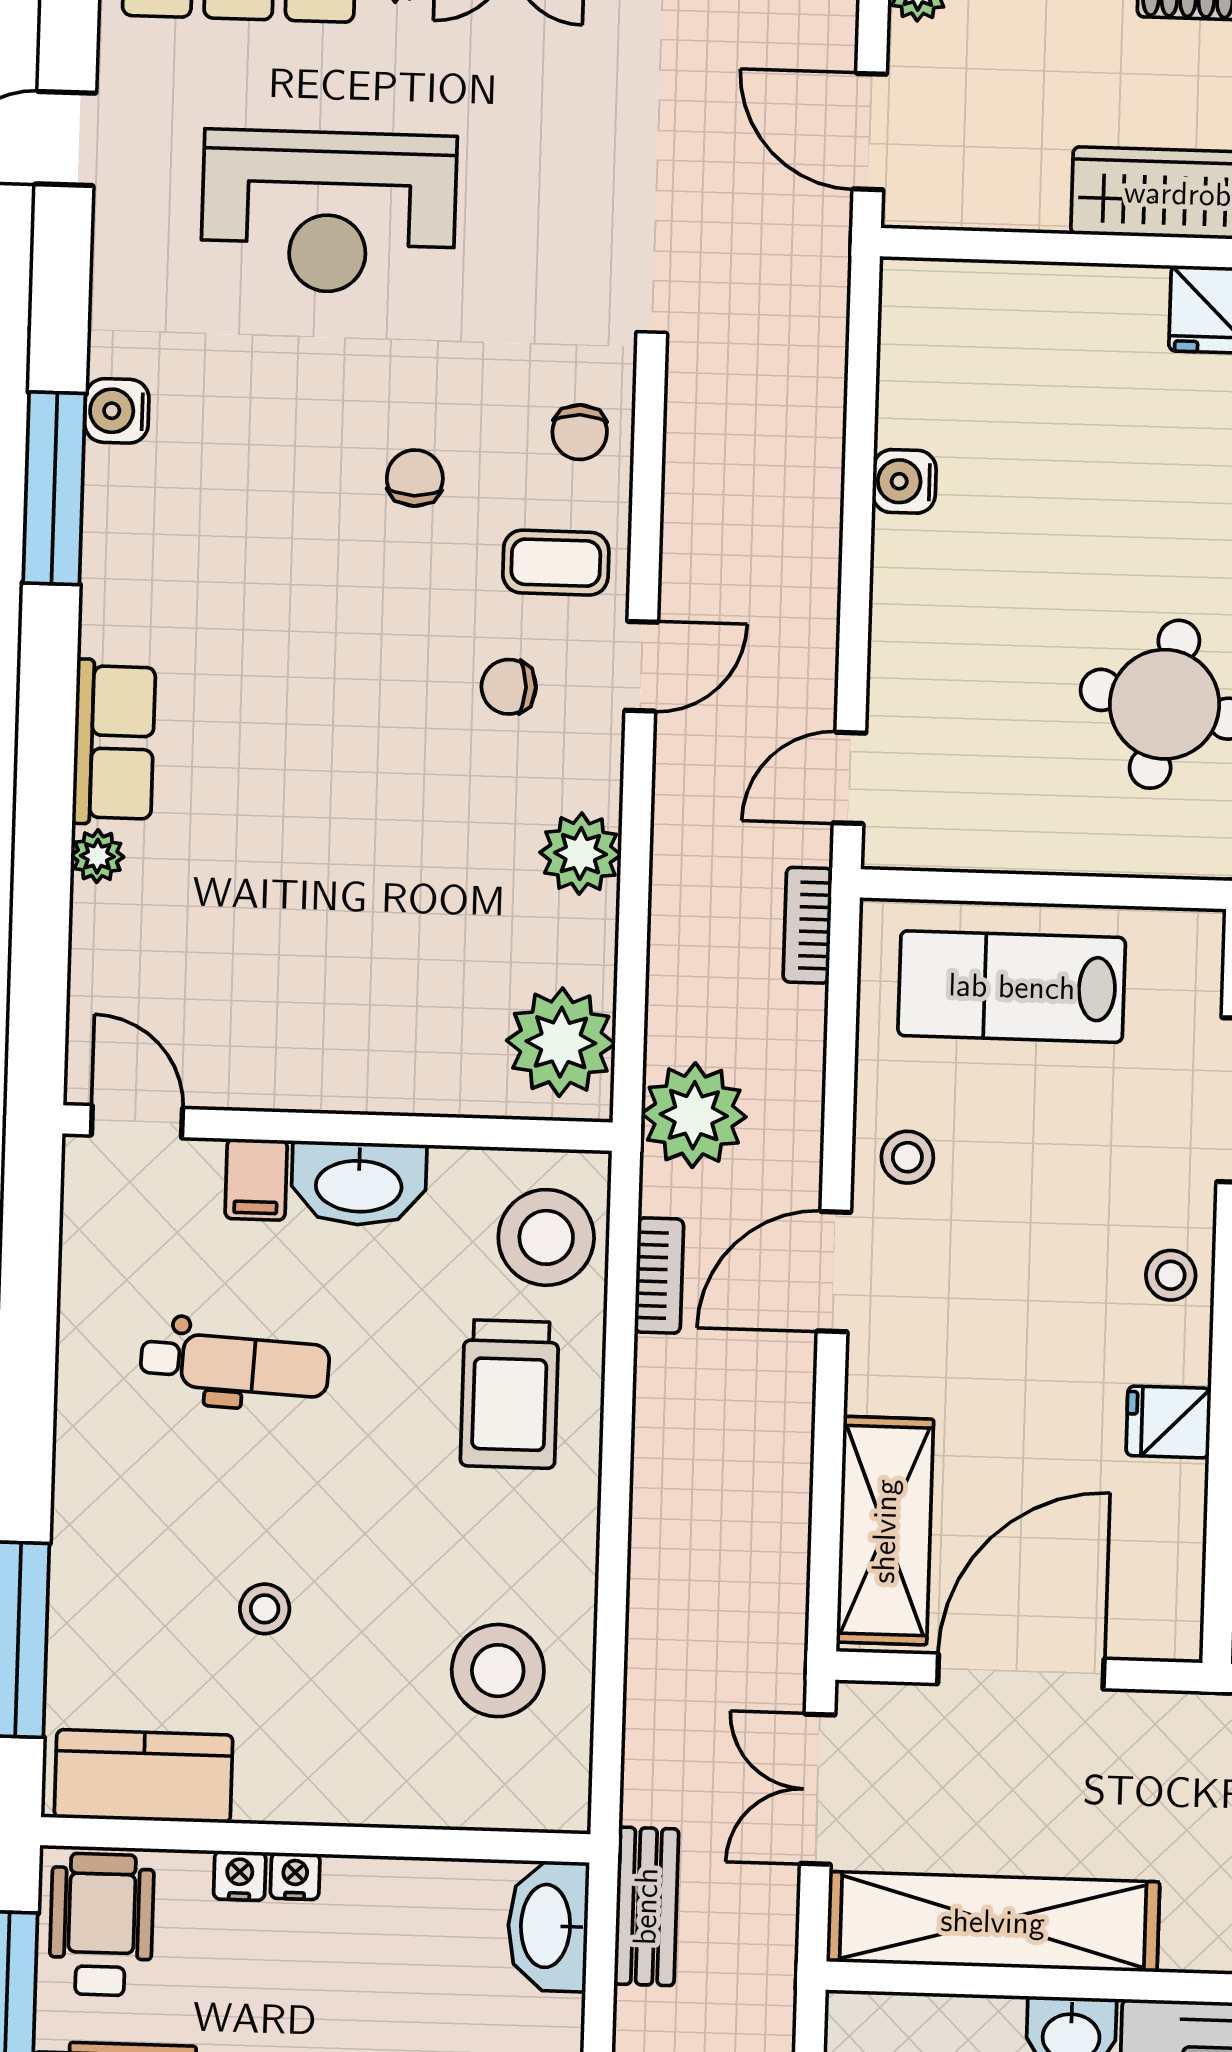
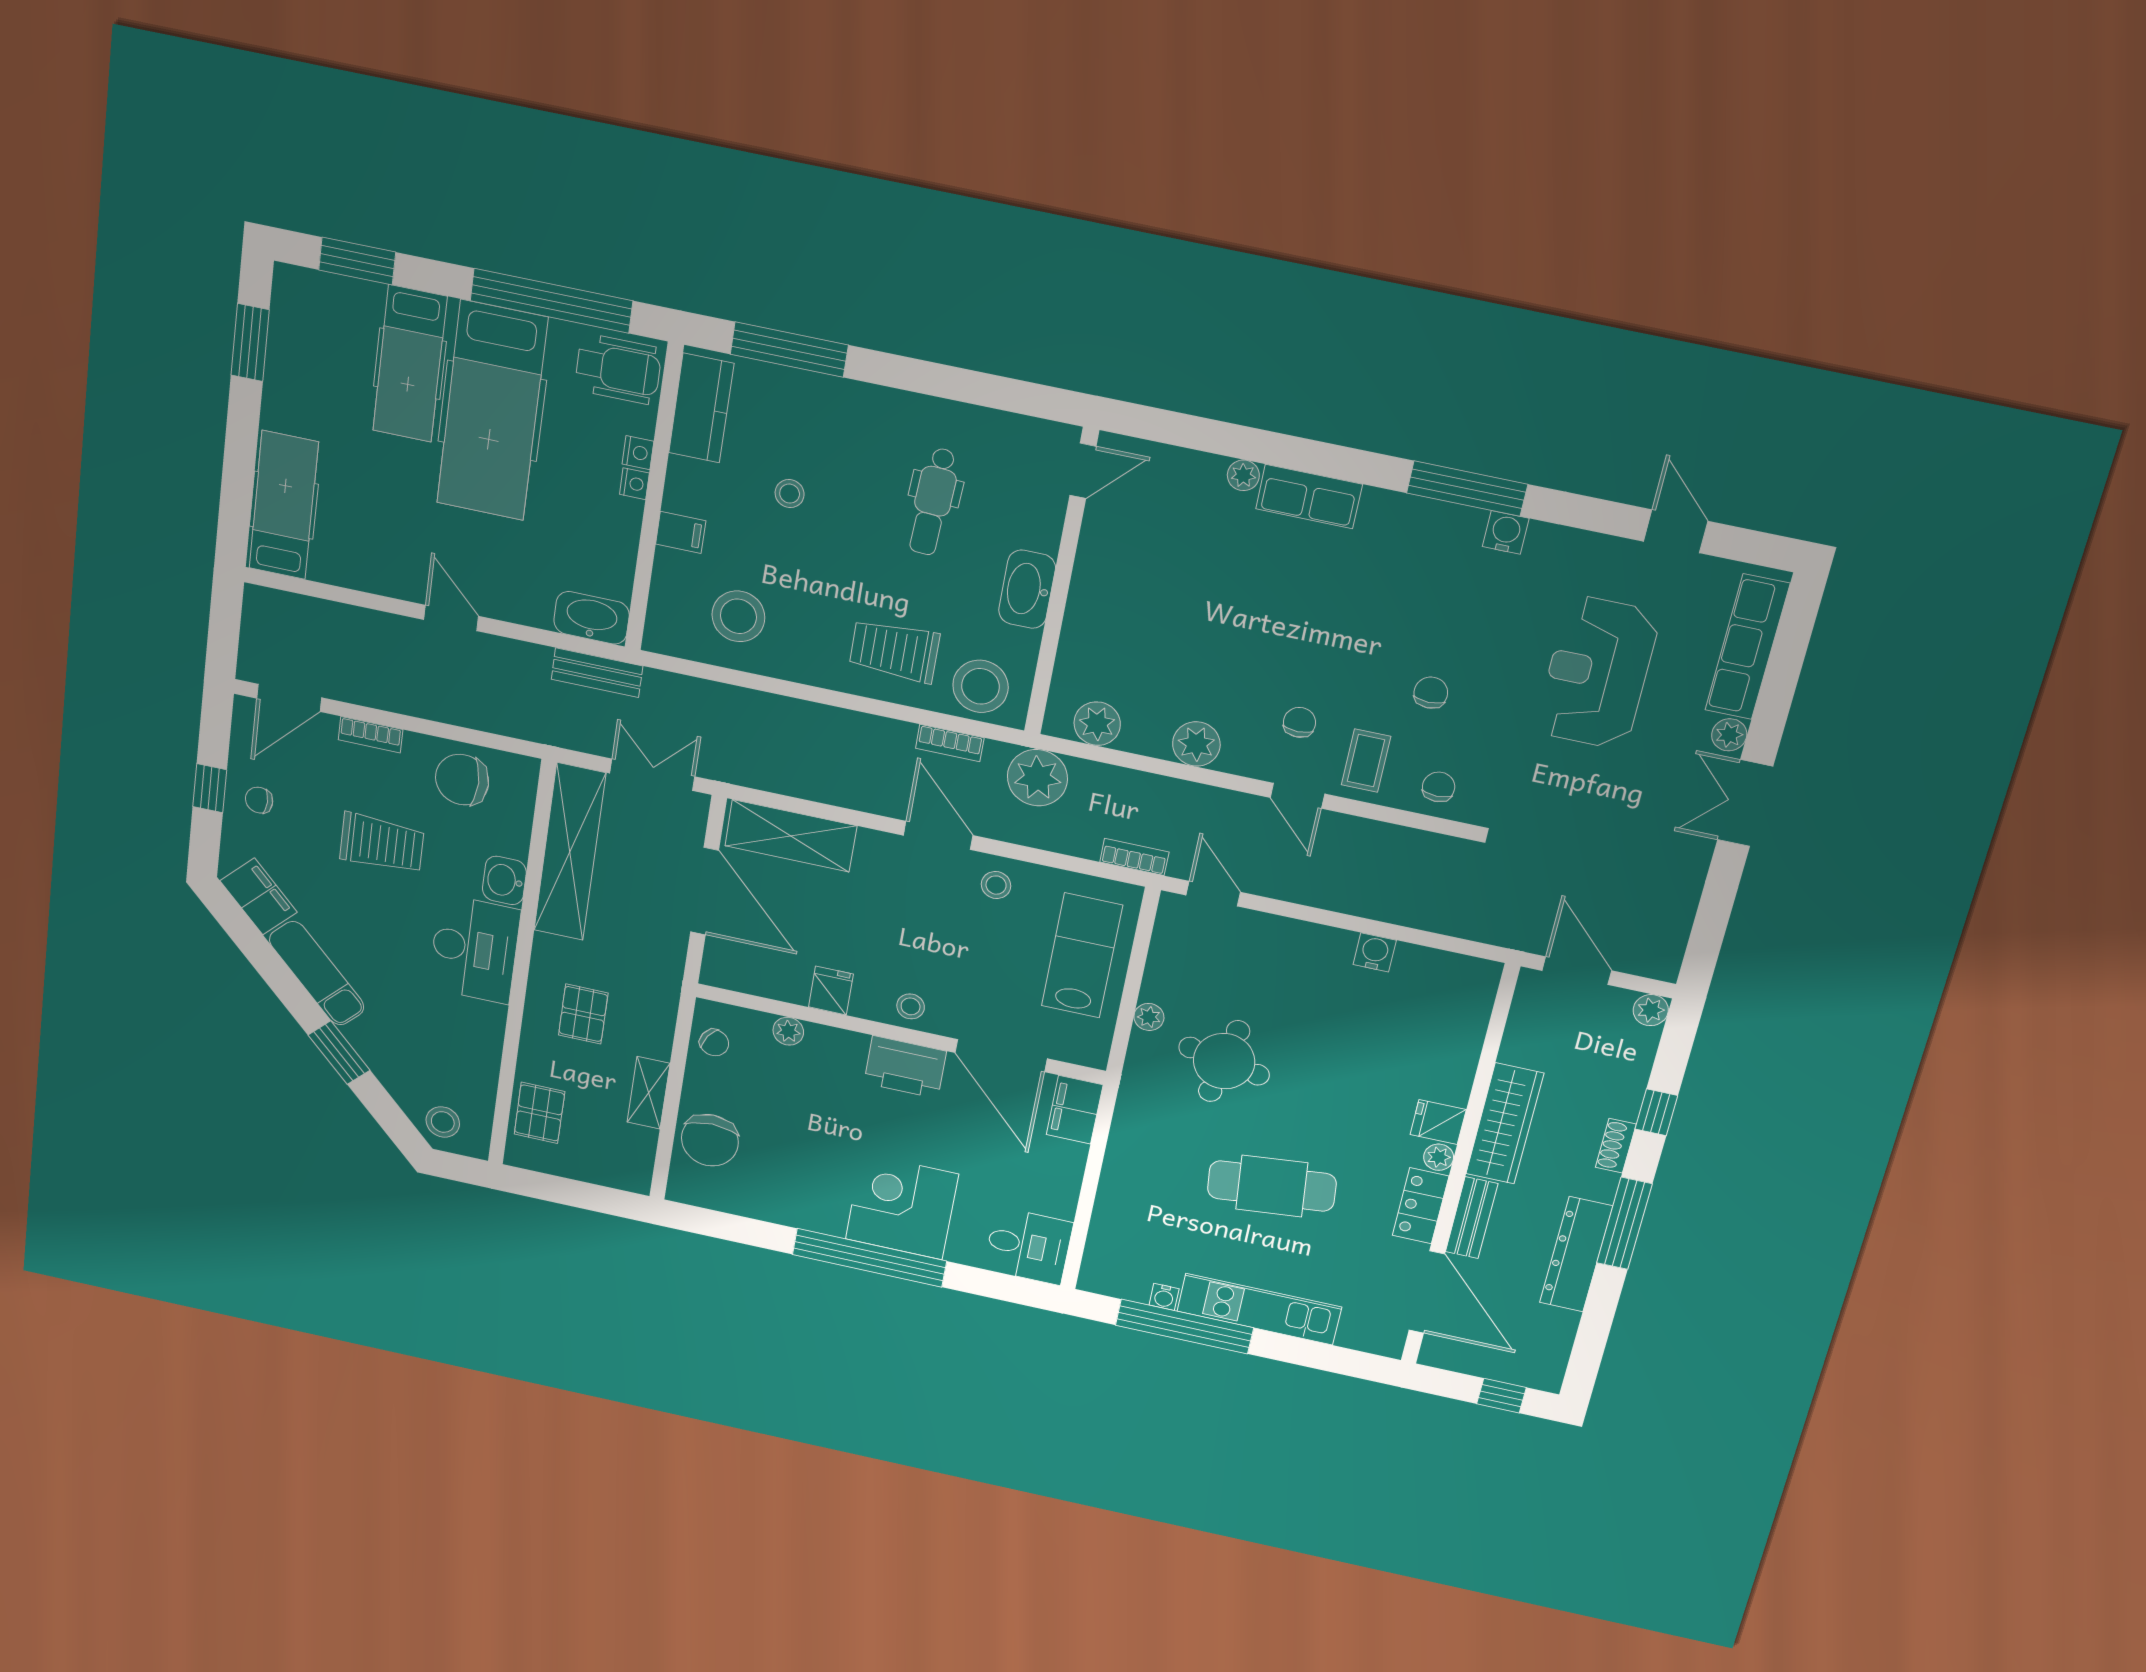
door: (870, 132) -> (1577, 971), hinge flipped
chair: (580, 432) -> (1439, 787), turned 90
chair: (415, 478) -> (1431, 693), turned -90
plant: (1106, 850) -> (1149, 1017), added
plant: (561, 1042) -> (1097, 724), width x0.73, depth x0.73
filing cabinet: (256, 1179) -> (681, 532), moved, turned 180

